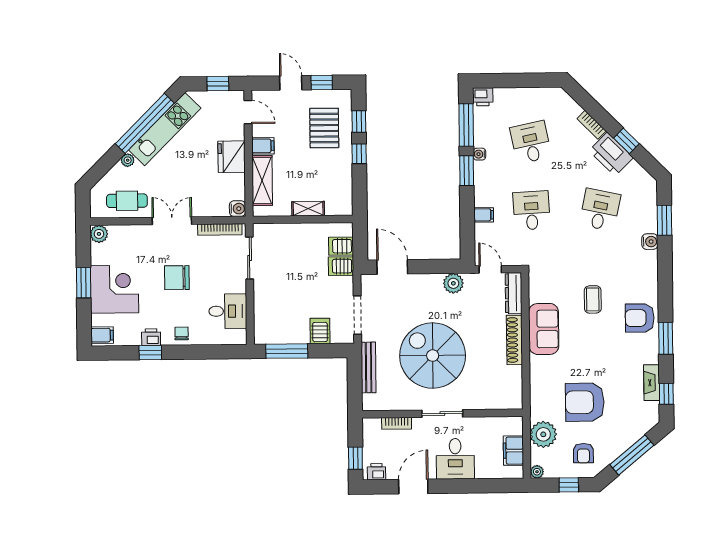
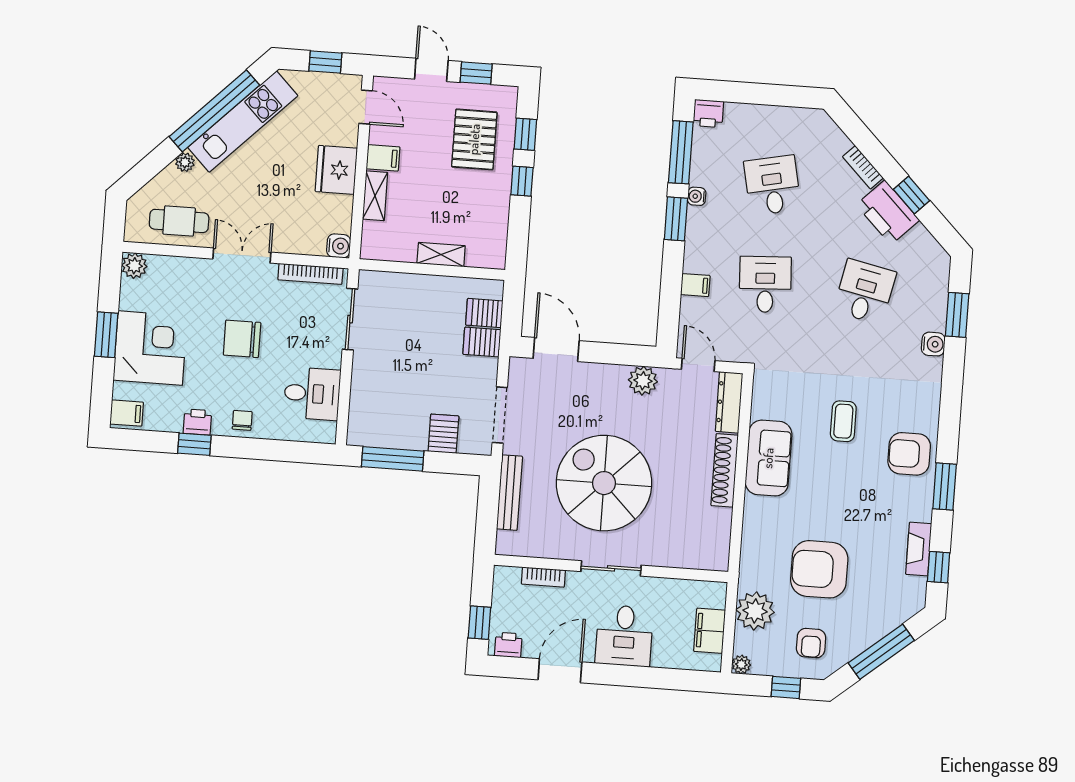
shelving: (262, 181) -> (375, 196), width x0.67, depth x0.75

